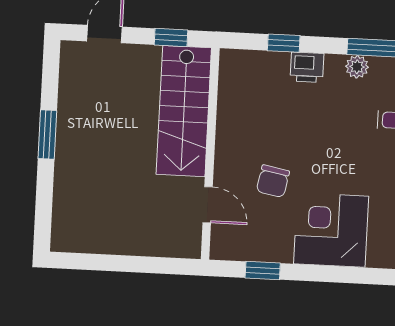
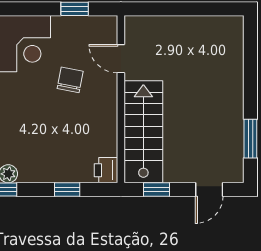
printer: (307, 67) -> (106, 170), moved, turned -90
window: (47, 135) -> (250, 139), moved

